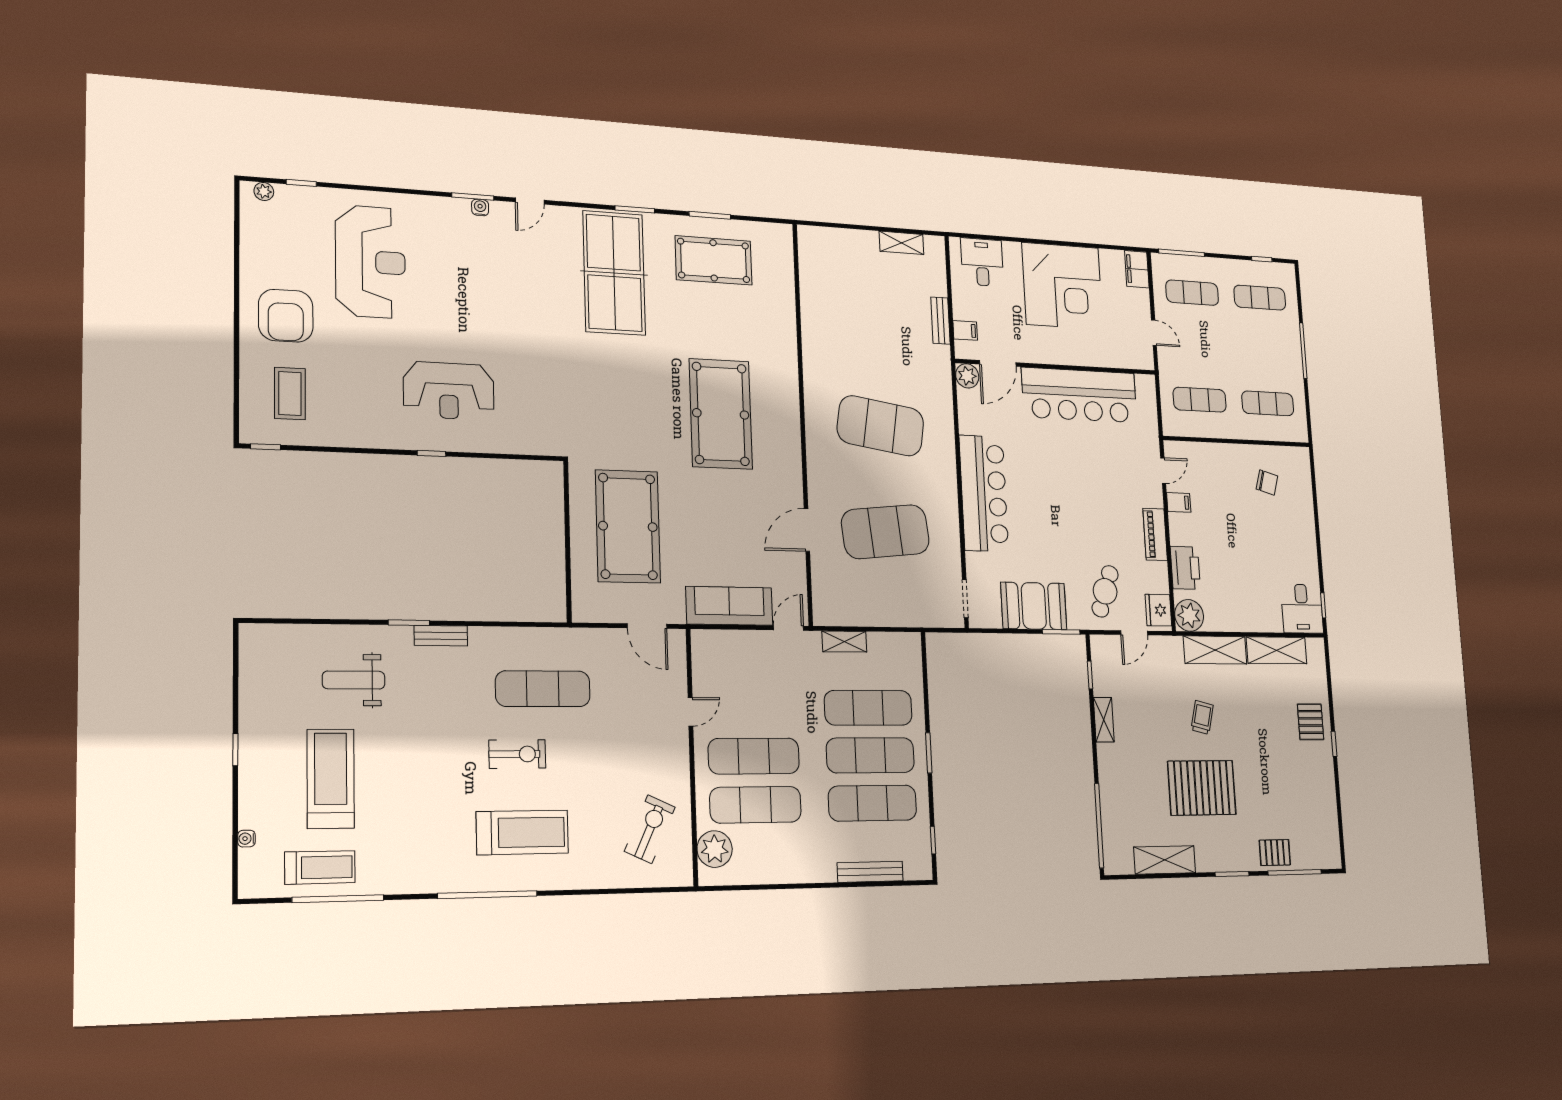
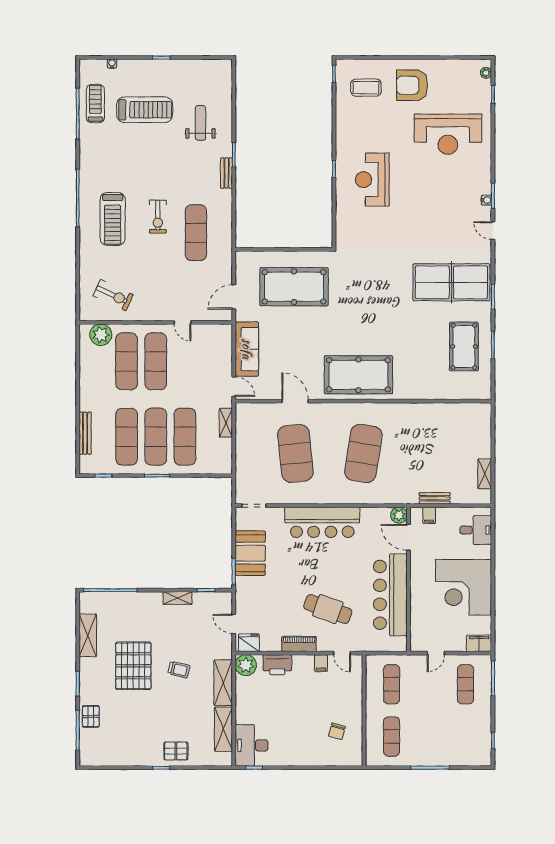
exercise mat: (1260, 298) -> (465, 737), removed
pool table: (721, 414) -> (358, 375), moved
cafe table: (1105, 591) -> (328, 609), moved, width x1.37, depth x1.35
desk: (1302, 609) -> (252, 745), width x1.37
treadmill: (320, 867) -> (95, 104), turned 180

